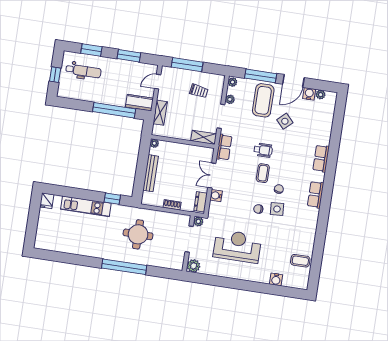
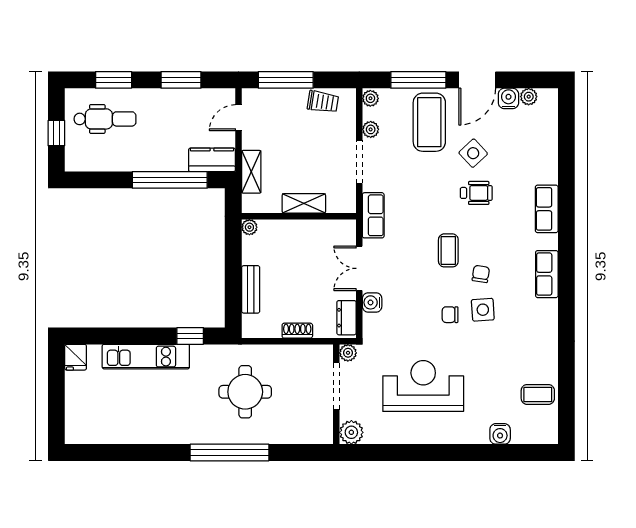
trolley: (199, 91) -> (323, 102), moved
shelving: (204, 137) -> (304, 203), moved
wheelchair: (263, 150) -> (476, 193), moved
bench: (151, 173) -> (251, 289), width x0.73

